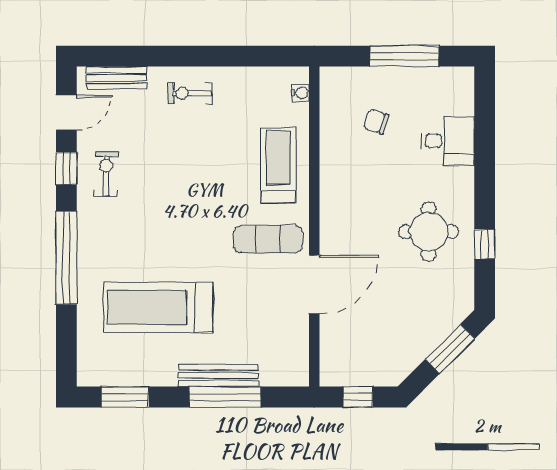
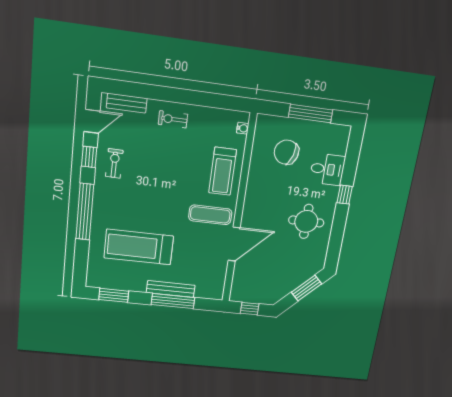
chair: (376, 122) -> (286, 152), width x1.87, depth x1.87
treadmill: (278, 165) -> (223, 171), turned 180
window: (485, 244) -> (345, 195), moved

